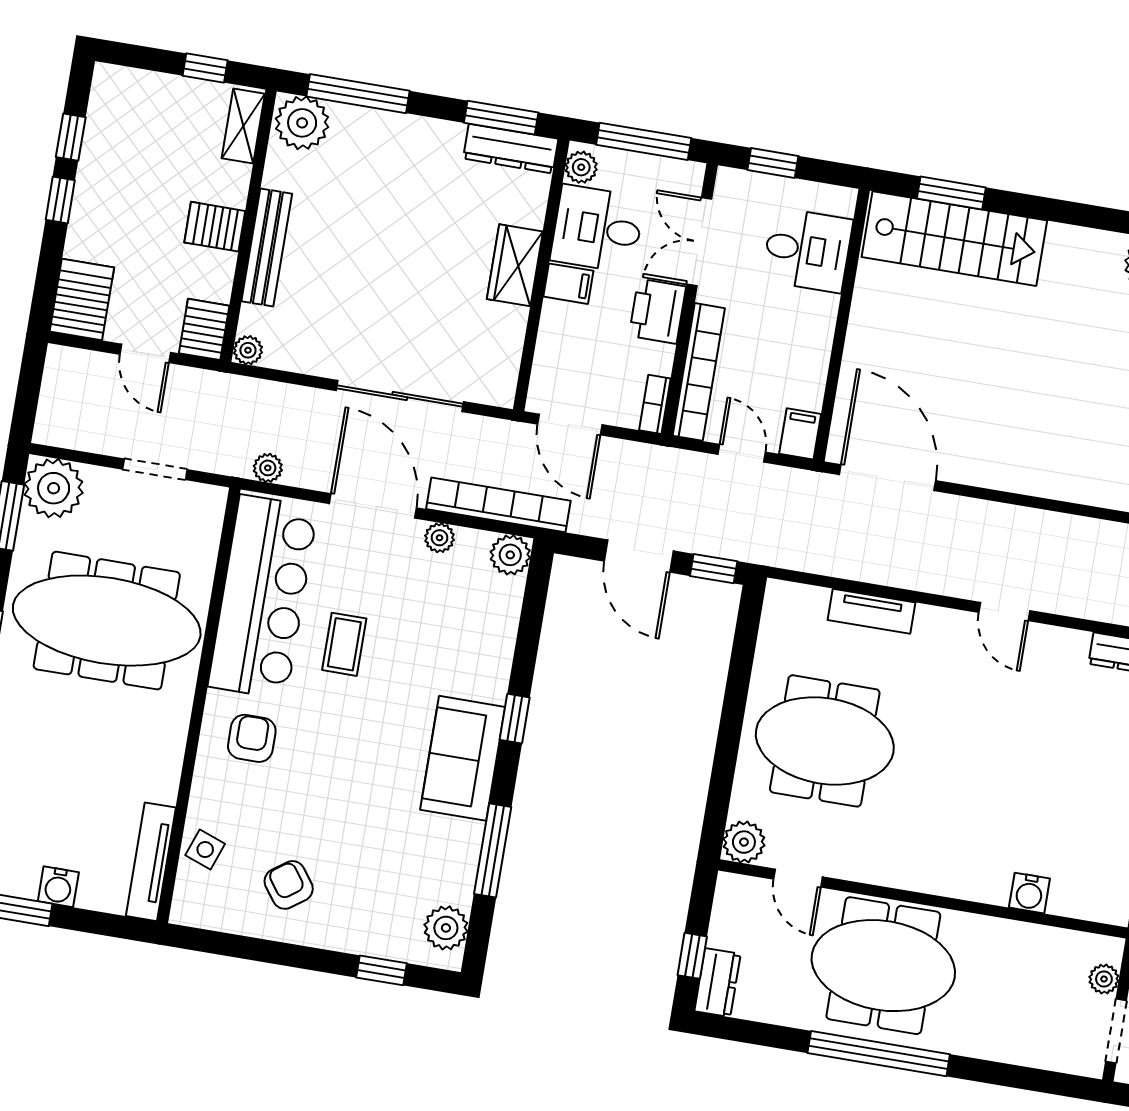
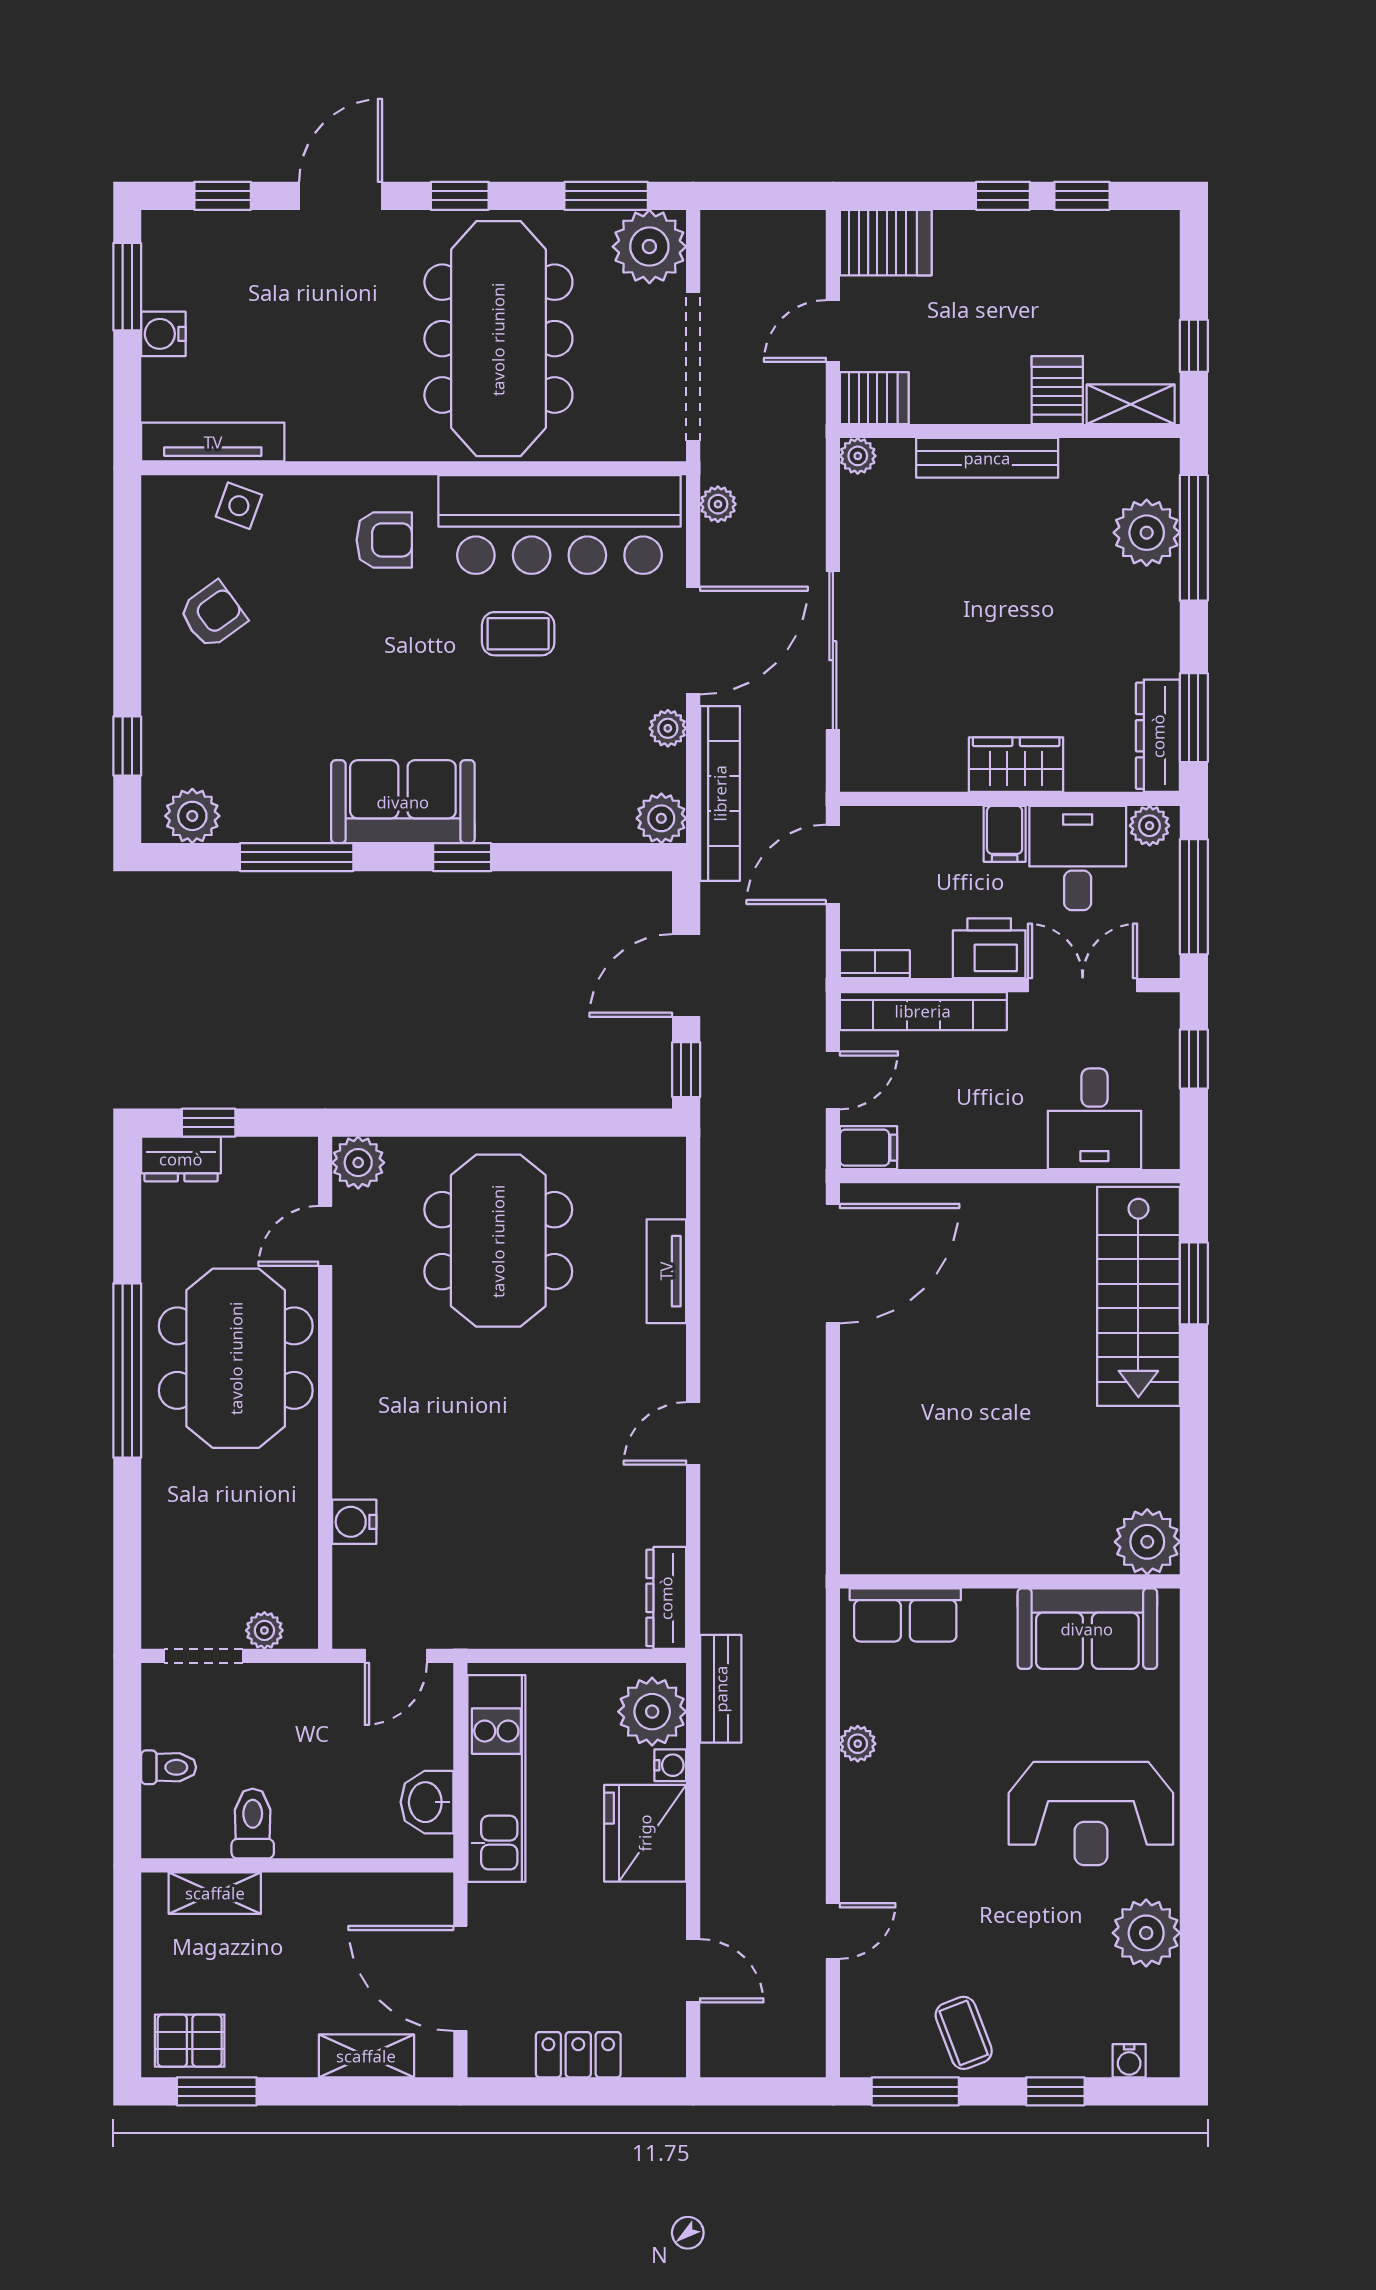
plant: (302, 123) -> (1147, 533), moved
server rack: (215, 227) -> (1057, 390), moved
doorway: (155, 469) -> (693, 366), width x1.88

